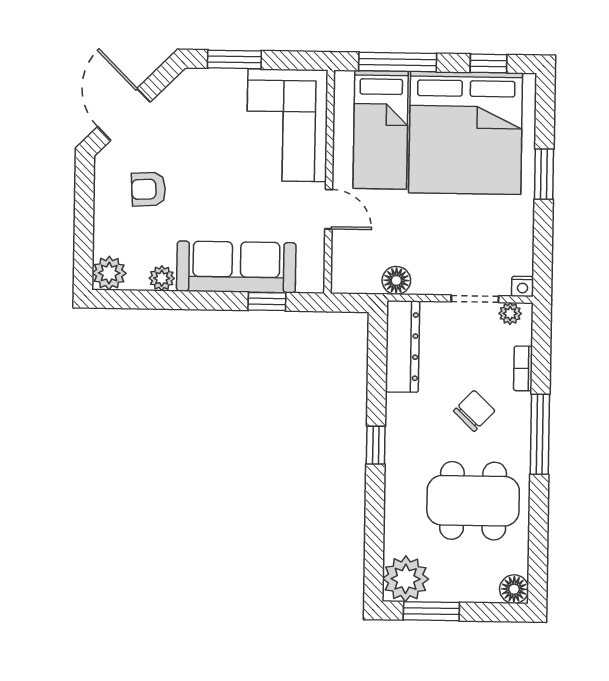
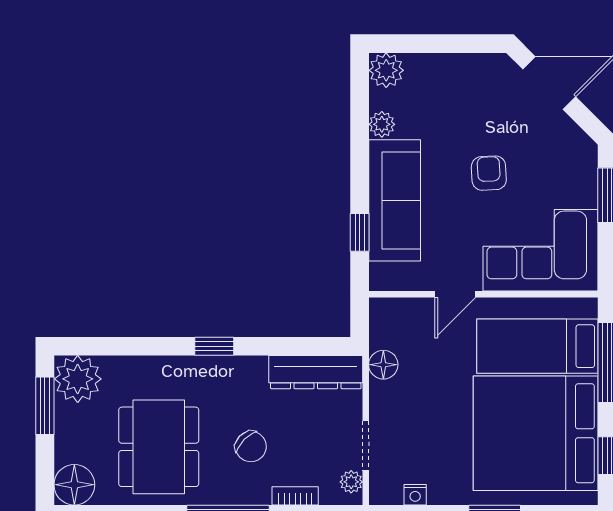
armchair: (149, 189) -> (489, 173), moved
nightstand: (523, 286) -> (415, 495), moved, turned -90
floor lamp: (514, 589) -> (74, 485), width x1.38, depth x1.38

